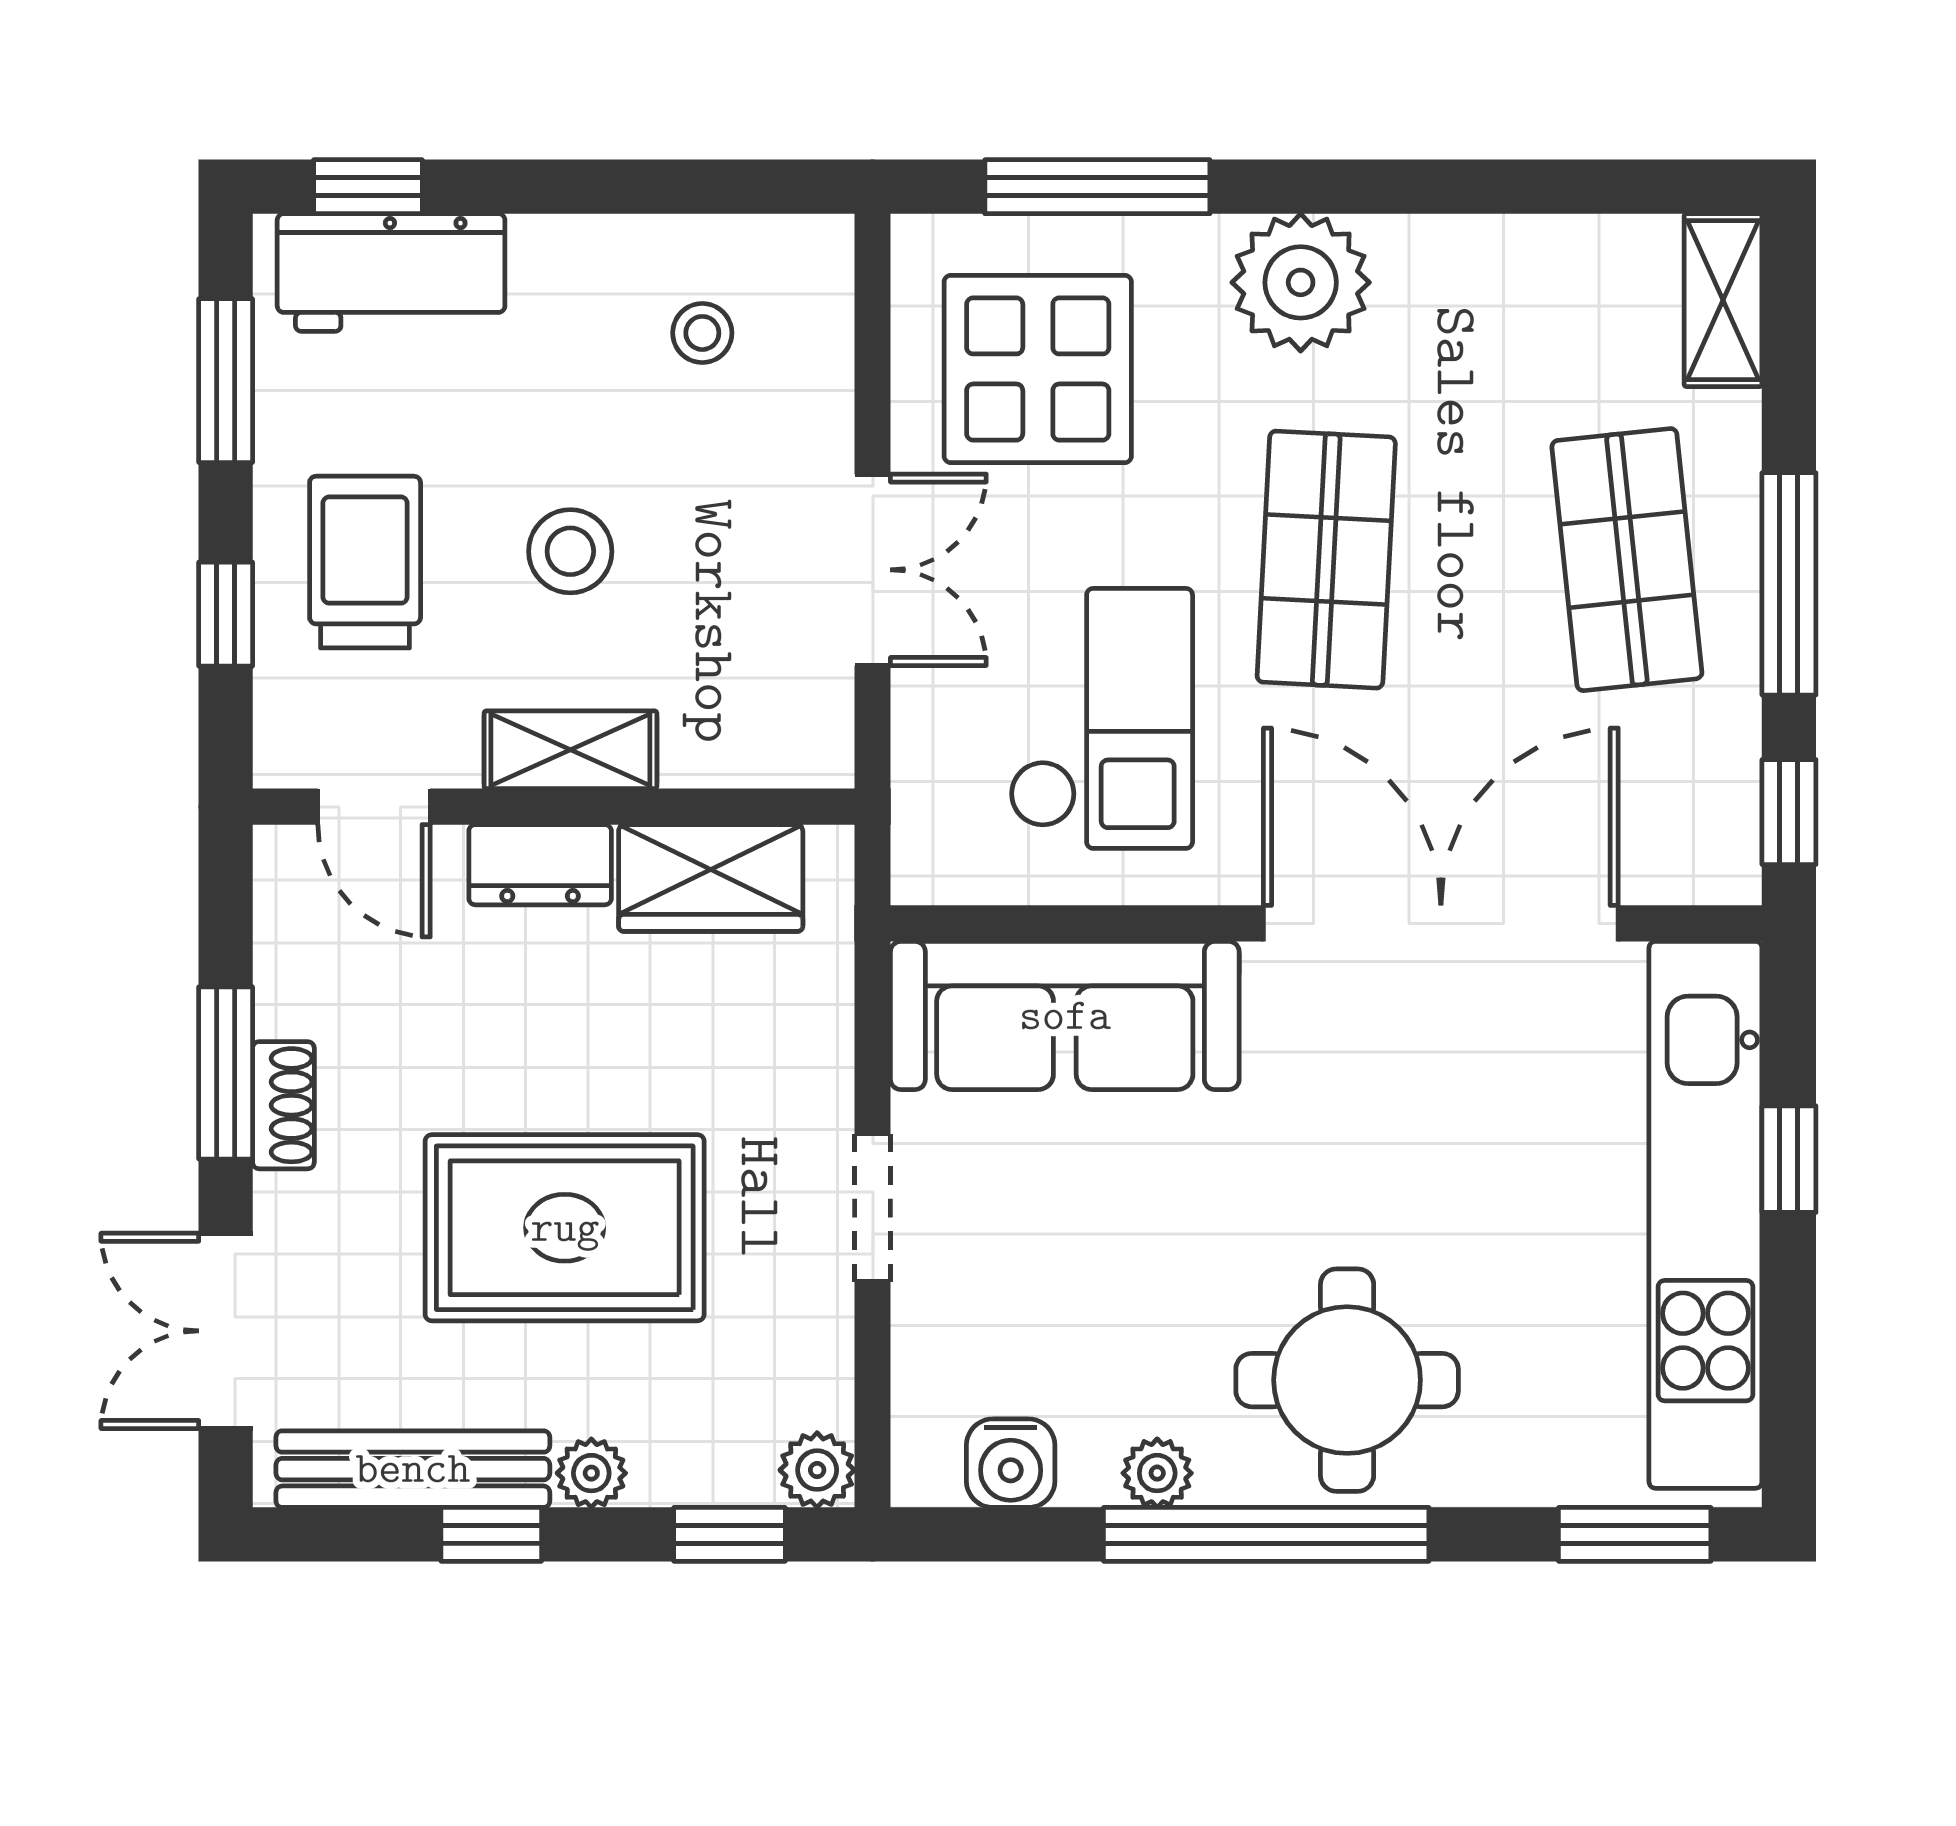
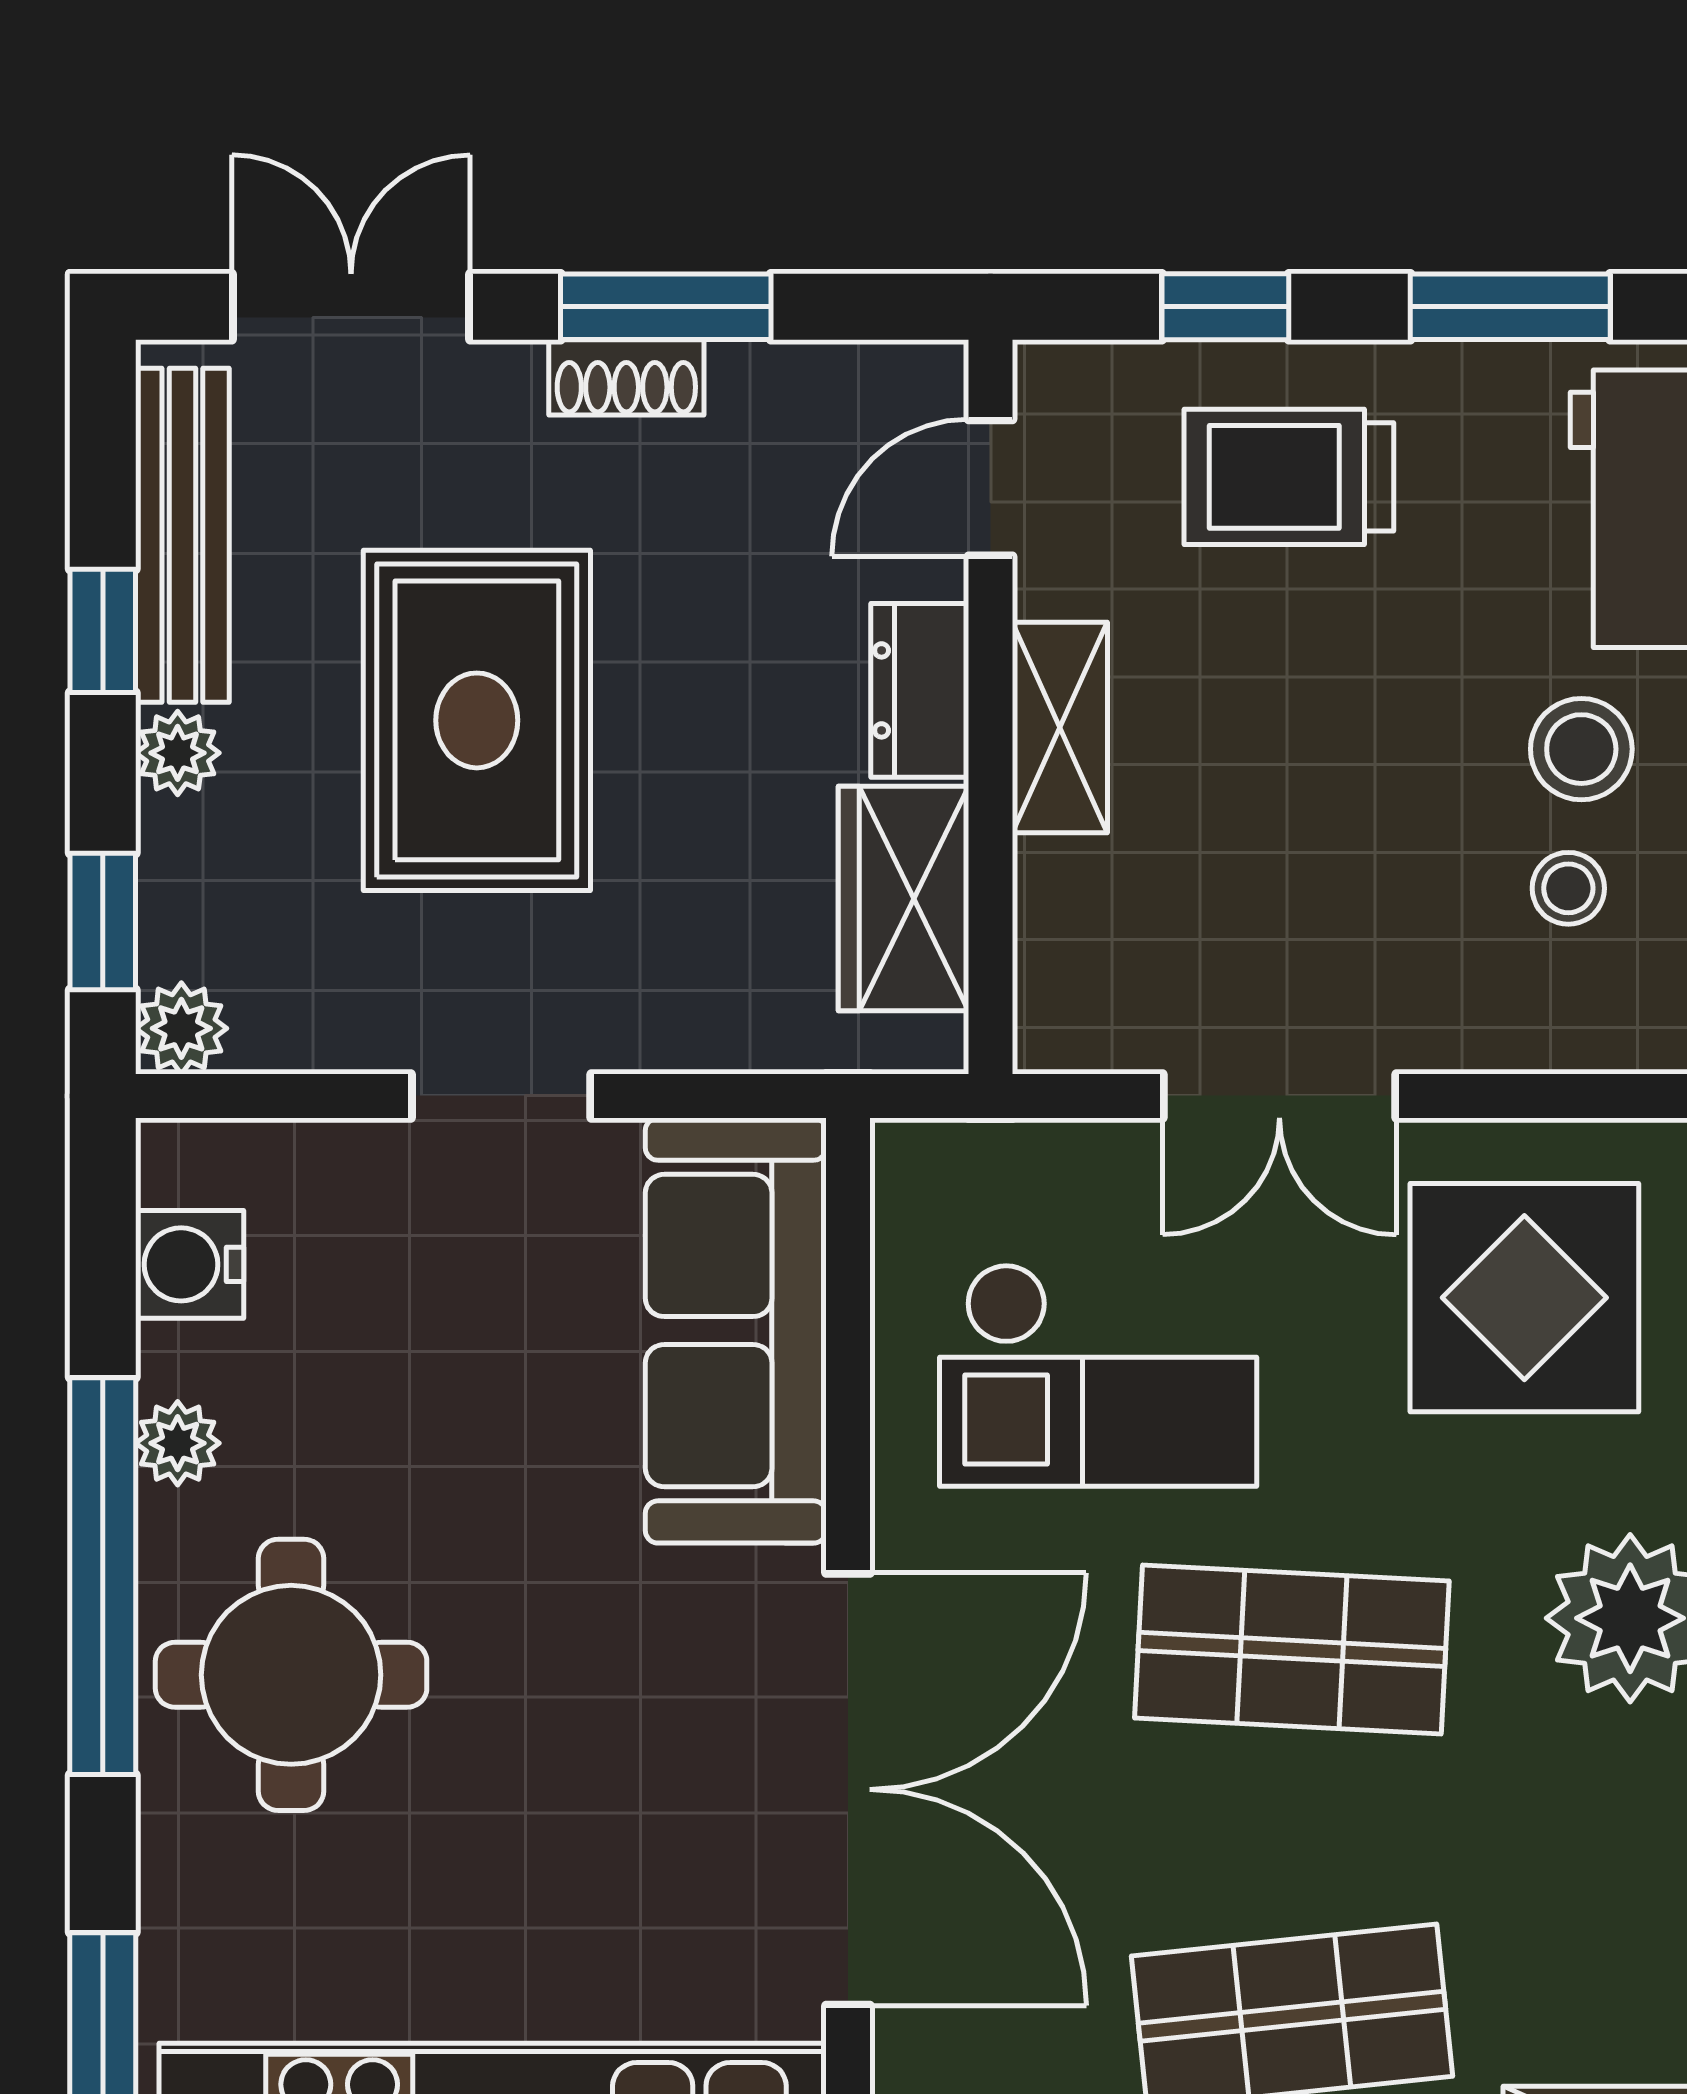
stool: (570, 551) -> (1581, 749), moved
trolley: (365, 562) -> (1289, 477), turned 180

